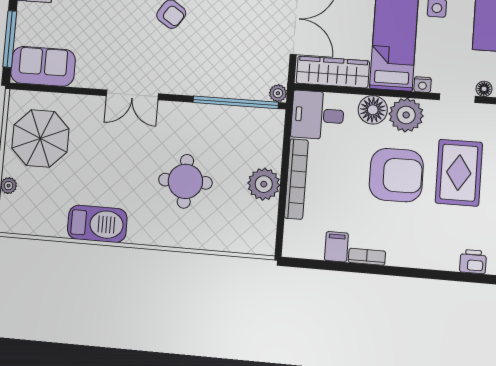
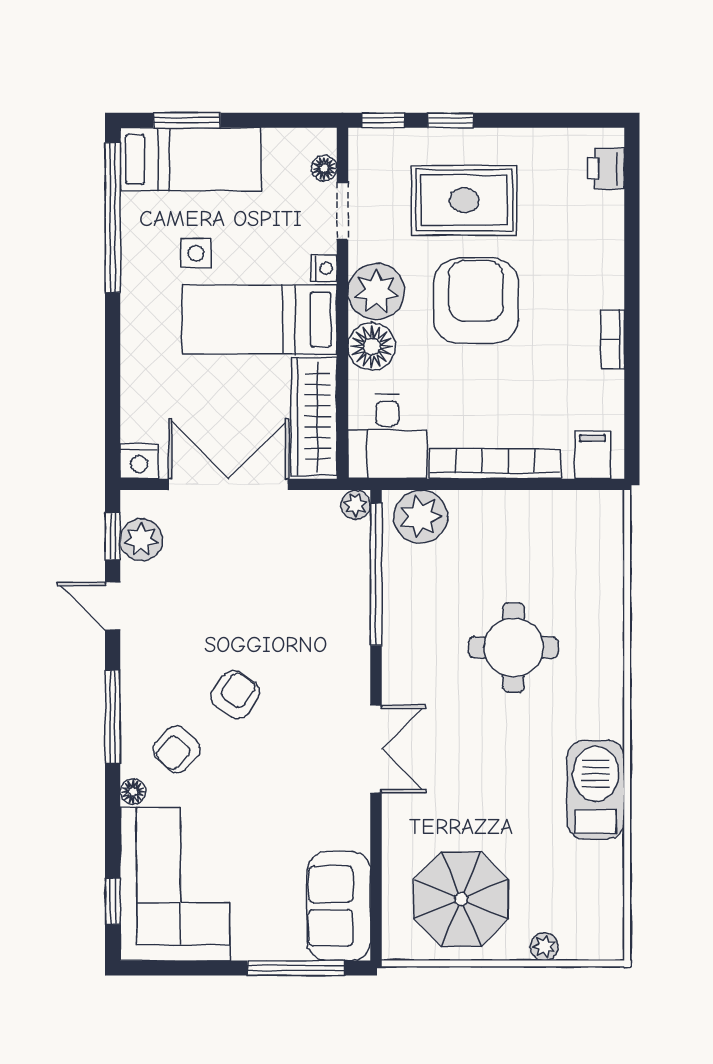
plant: (264, 184) -> (421, 517), moved
filing cabinet: (336, 247) -> (593, 455), moved, turned 90

